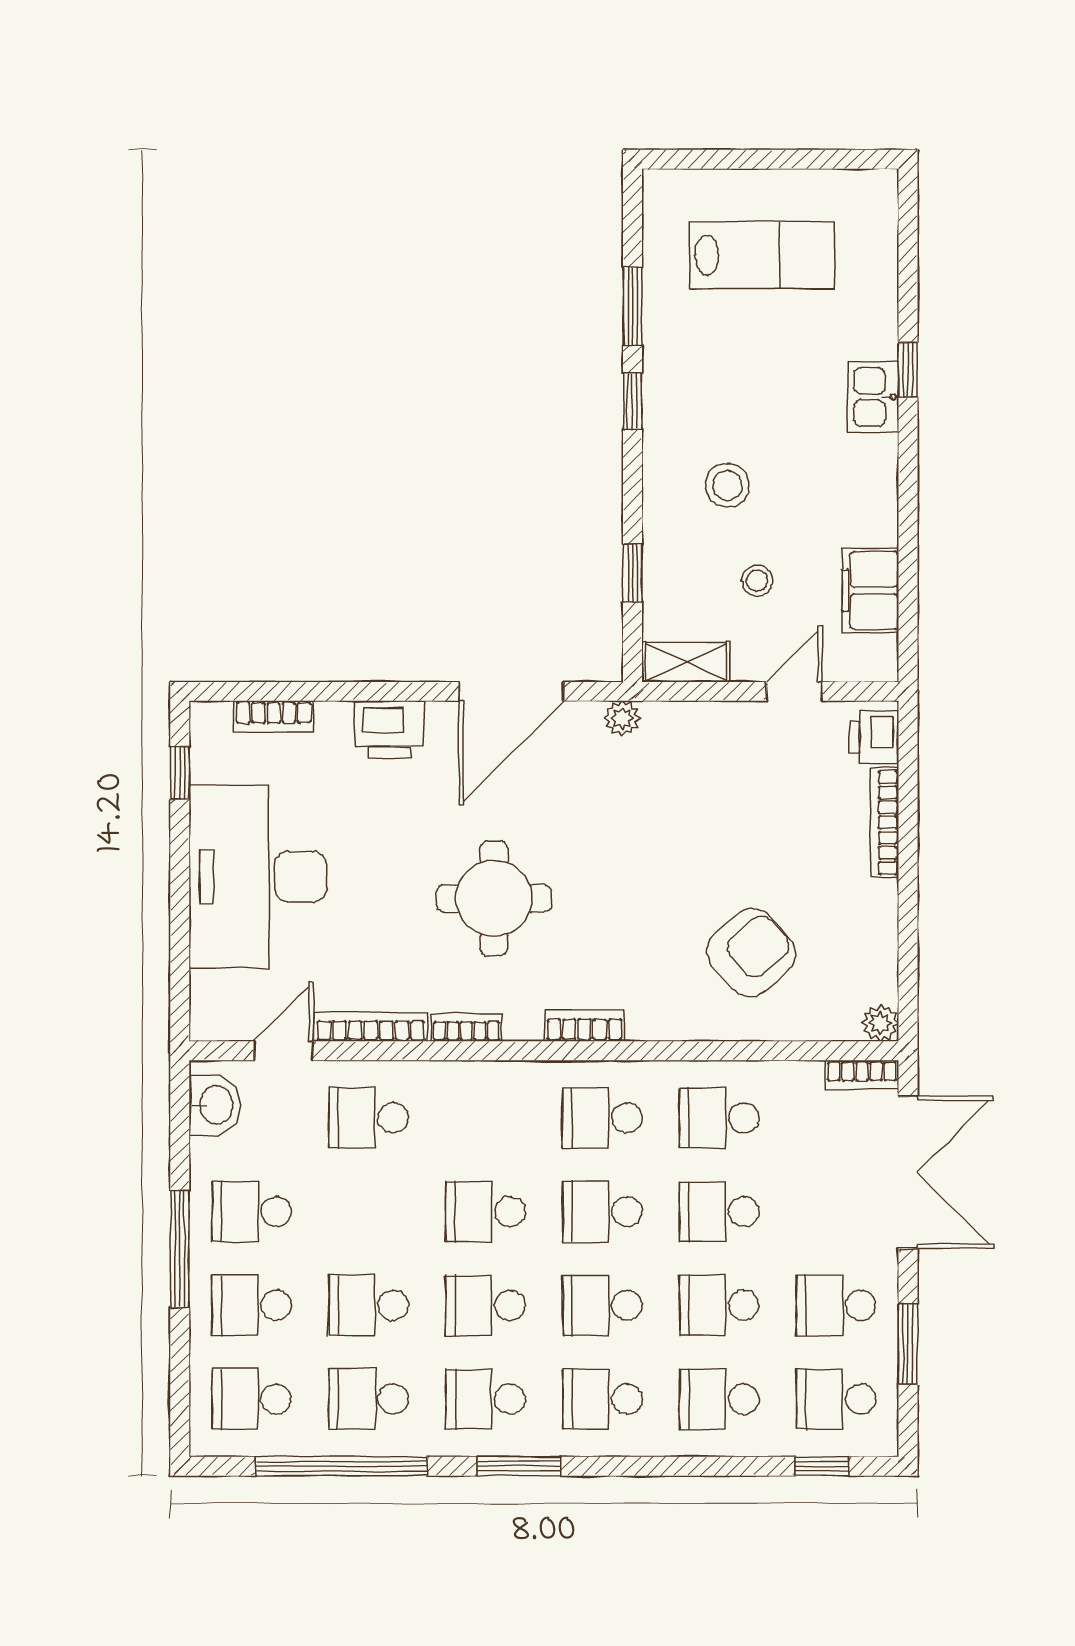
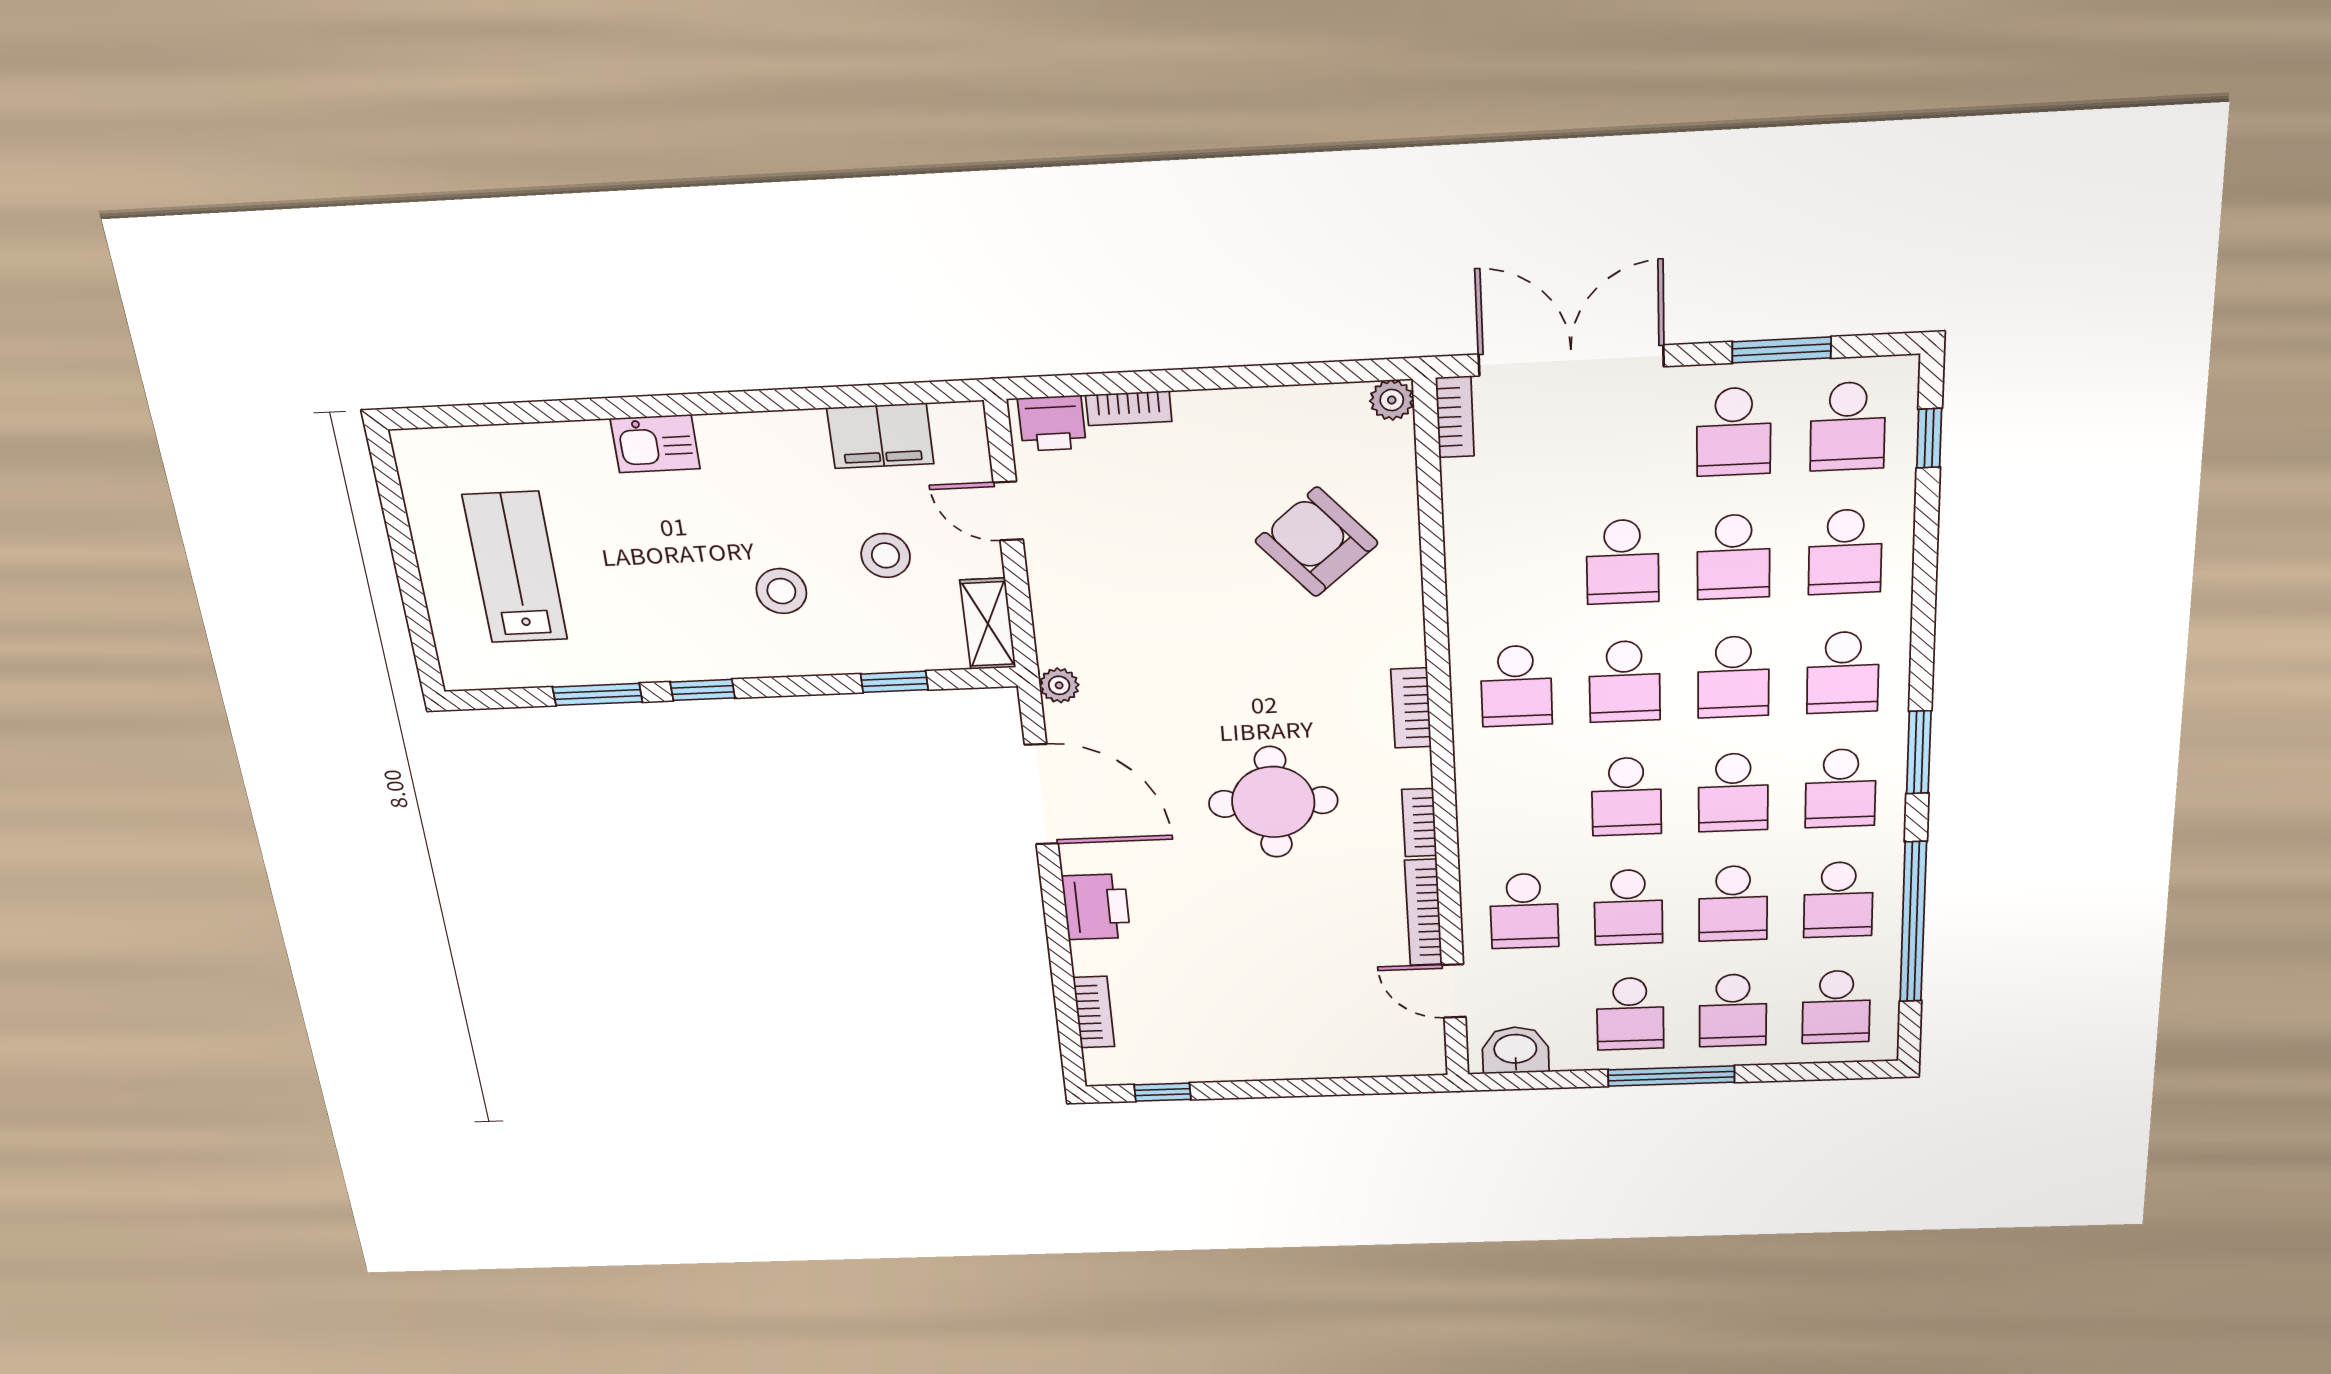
window: (908, 370) -> (617, 408), removed
stool: (757, 581) -> (886, 555), width x1.37, depth x1.37
bookcase: (885, 823) -> (1129, 408), width x0.64
desk: (258, 877) -> (1267, 1020), removed
school desk: (719, 1118) -> (1628, 907), moved

